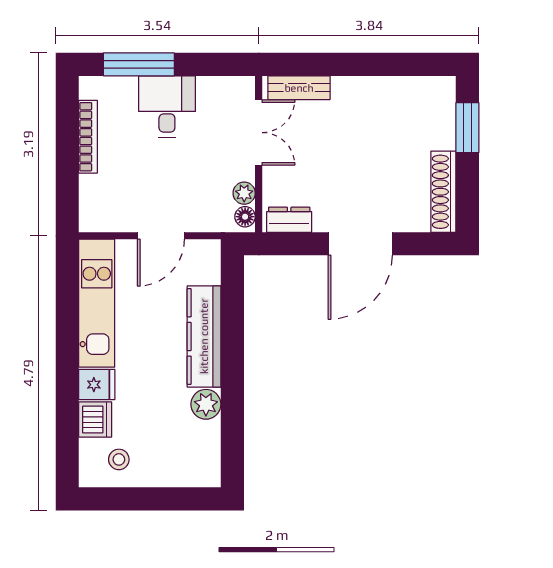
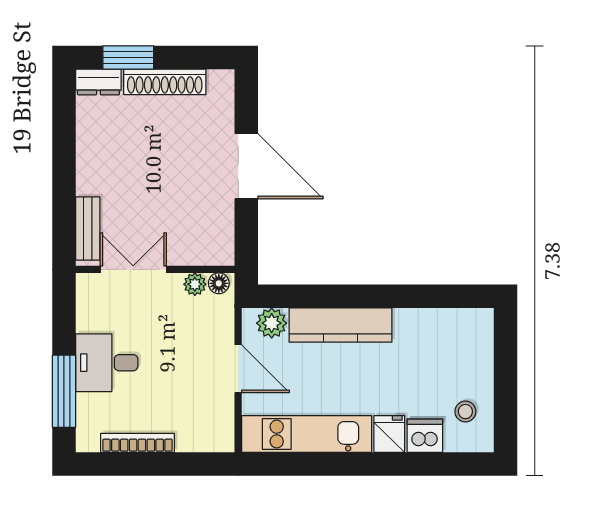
shoe rack: (443, 192) -> (165, 82), moved
dresser: (289, 220) -> (98, 82), moved, turned -90
plant: (206, 404) -> (272, 323), moved

